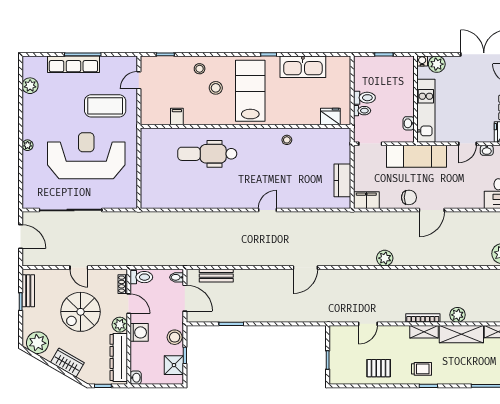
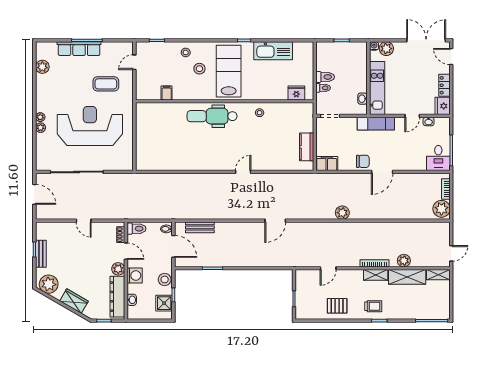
coffee table: (105, 106) -> (106, 84), width x0.73, depth x0.76
dental chair: (207, 154) -> (212, 116), moved
exam couch: (416, 156) -> (376, 124), width x0.73, depth x0.69
plant: (28, 158) -> (41, 128), added
bench: (28, 291) -> (41, 254), moved
spiral stairs: (81, 312) -> (85, 258), removed
washbasin: (136, 378) -> (132, 300), moved

